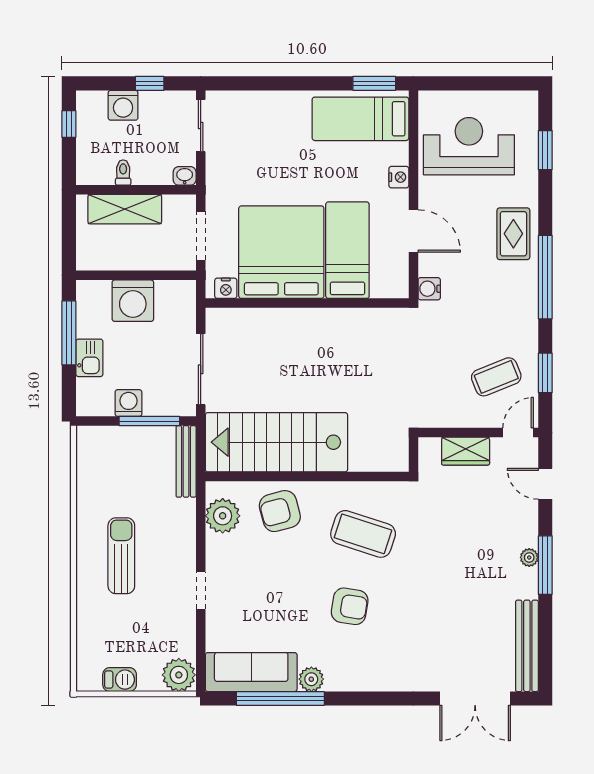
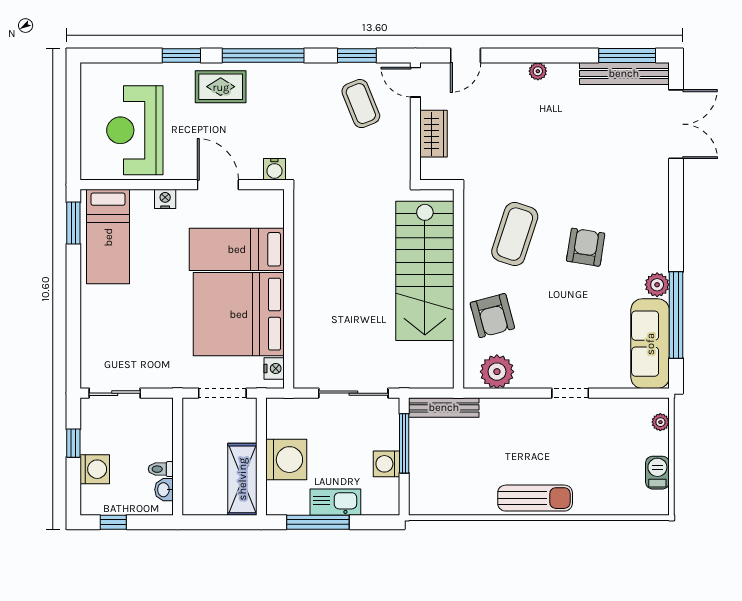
window: (545, 150) -> (181, 56), moved
washbasin: (185, 176) -> (164, 490), moved
shelving: (125, 209) -> (242, 479), moved
door: (413, 231) -> (218, 185), hinge flipped
kitchen sink: (89, 358) -> (335, 502), width x1.38
stairs: (276, 442) -> (425, 271), moved
sun lounger: (121, 556) -> (535, 498), moved, turned 180
window: (545, 565) -> (627, 56), moved
plant: (179, 675) -> (660, 422), width x0.53, depth x0.53

